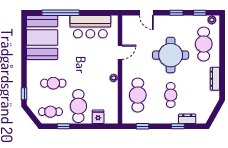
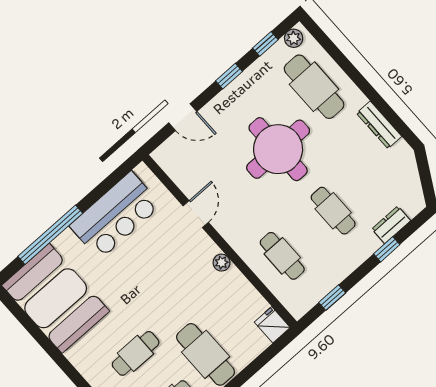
cafe table: (138, 95) -> (282, 256), width x0.73, depth x0.74
fridge: (98, 117) -> (272, 325), moved

